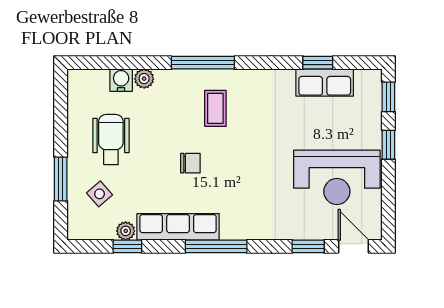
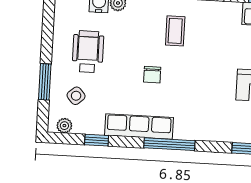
chair: (190, 163) -> (152, 75), turned 90
plant: (126, 231) -> (64, 126), moved

